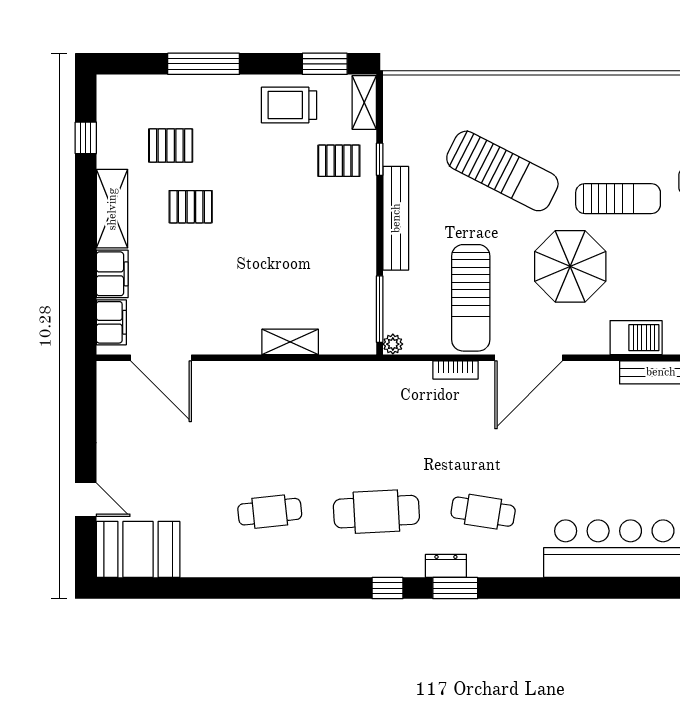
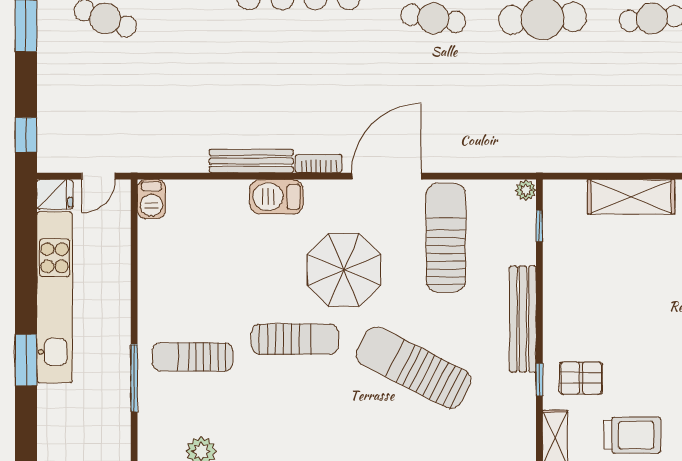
sun lounger: (618, 199) -> (295, 339), turned 180
window: (380, 309) -> (539, 226), width x0.46
shelving: (290, 342) -> (631, 197), width x1.50, depth x1.33
bookcase: (455, 370) -> (319, 164), moved

